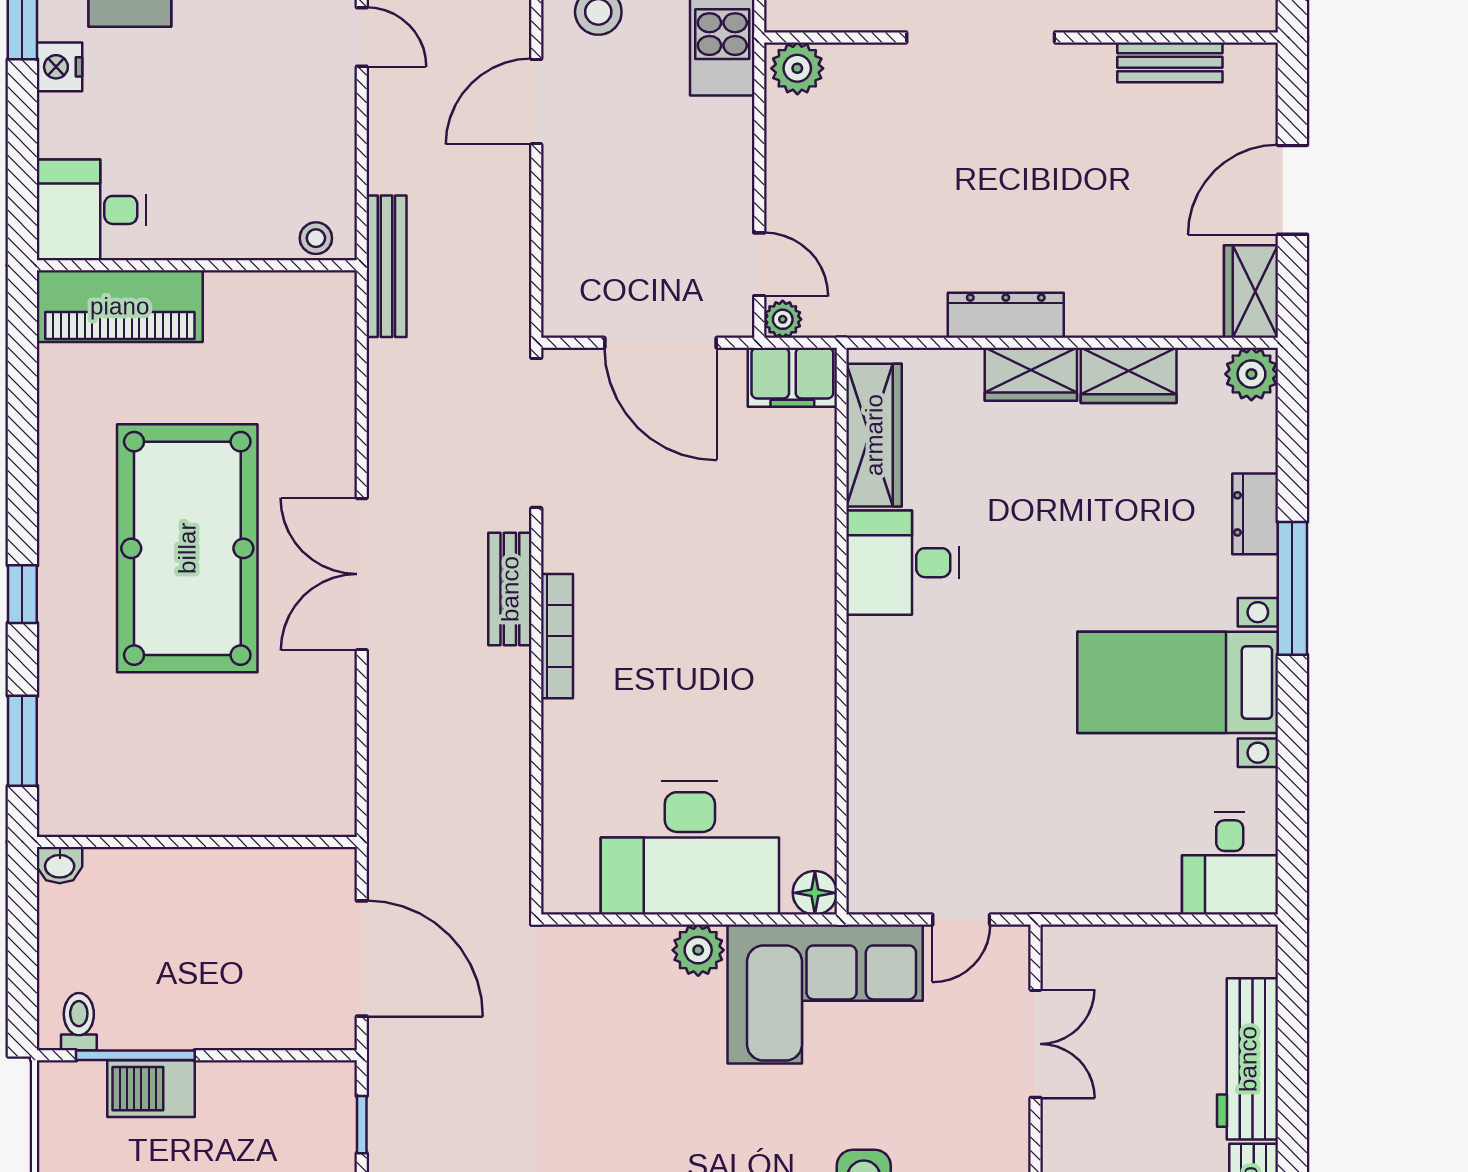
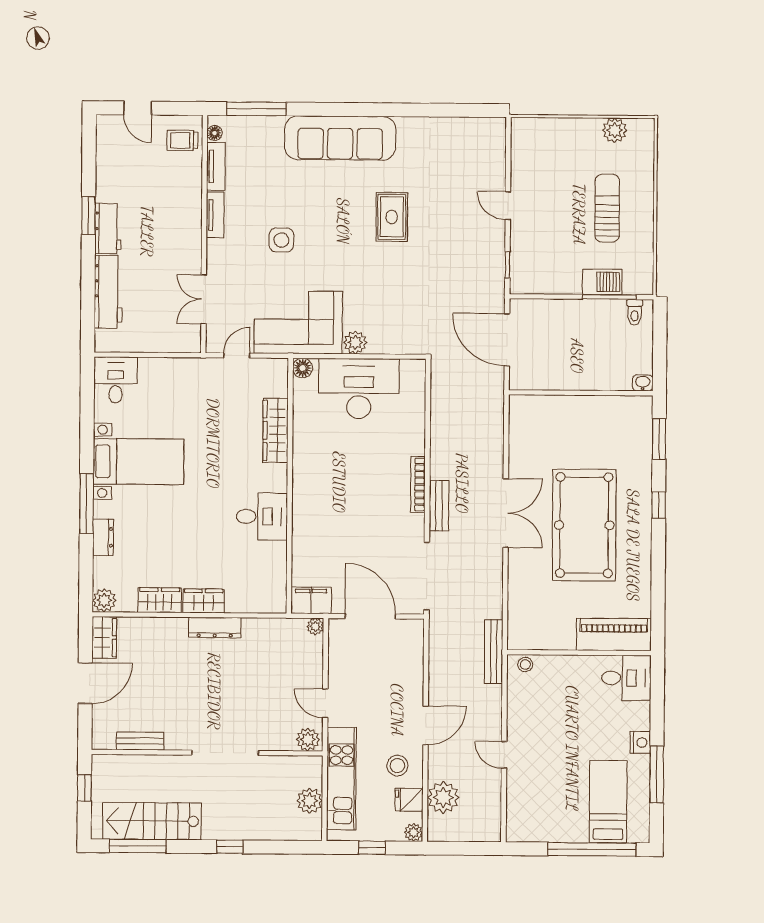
door: (759, 264) -> (325, 703), moved
wardrobe: (874, 435) -> (275, 430), moved

